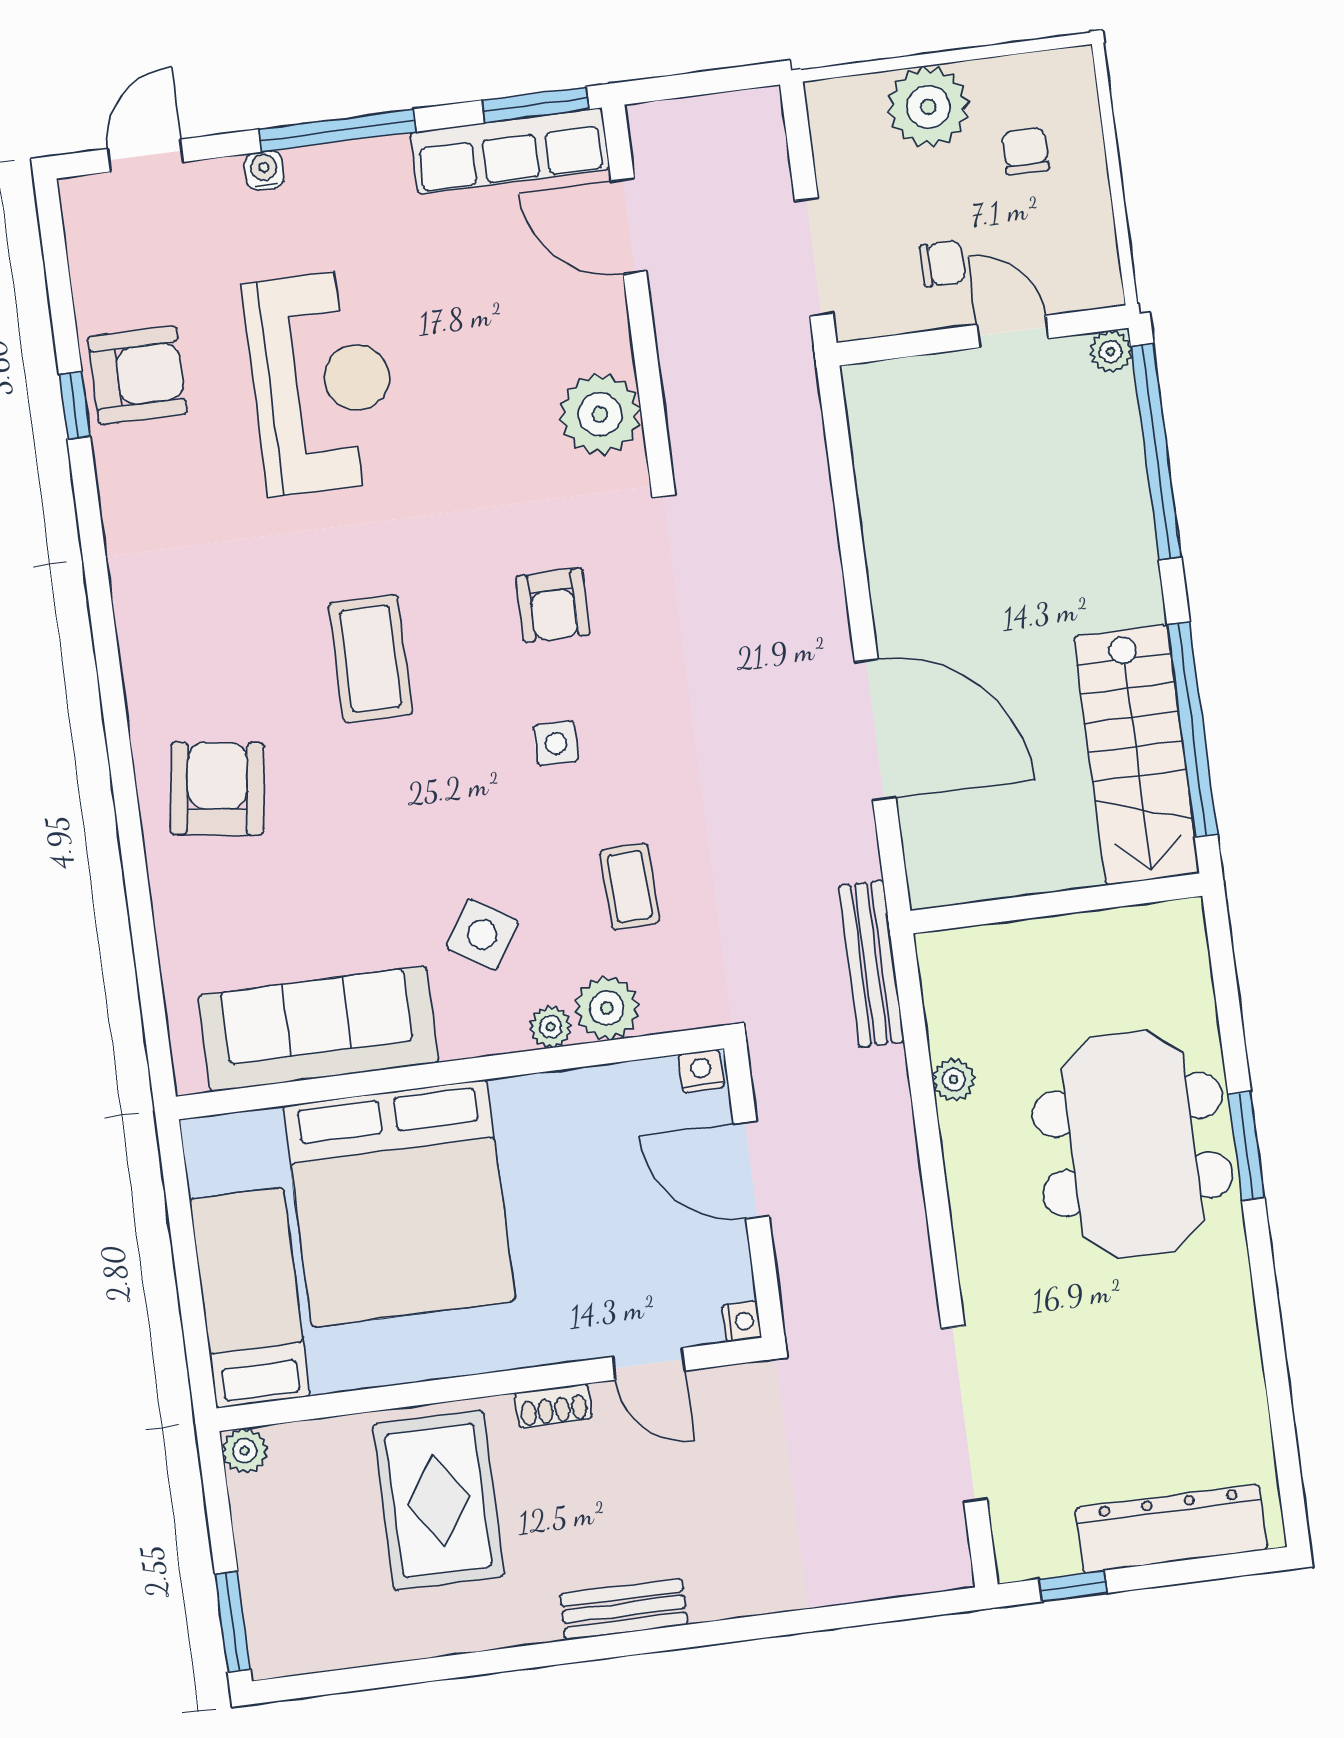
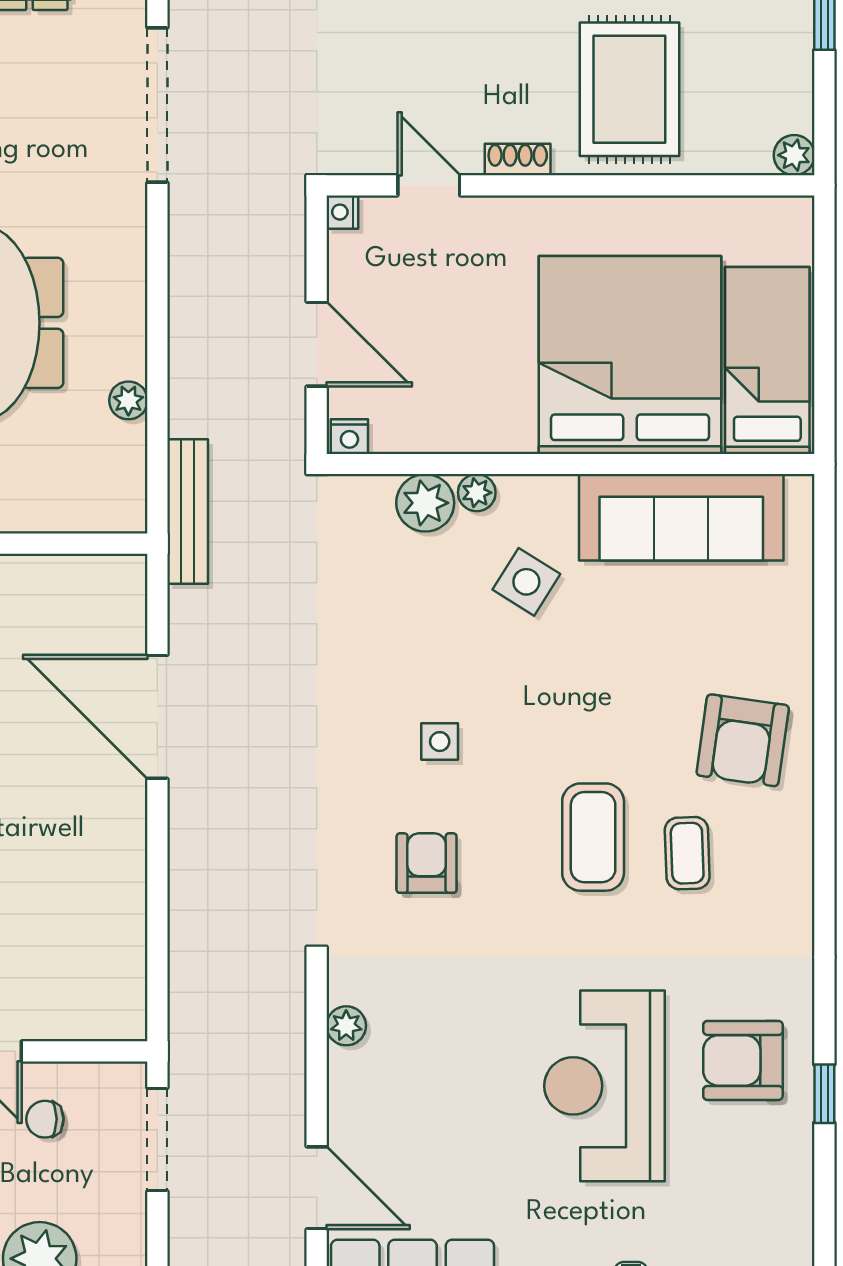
armchair: (138, 375) -> (743, 1060), moved
plant: (600, 414) -> (346, 1026), width x0.53, depth x0.53
coffee table: (630, 886) -> (687, 853), moved
bed: (250, 1298) -> (767, 360), moved, turned 180

